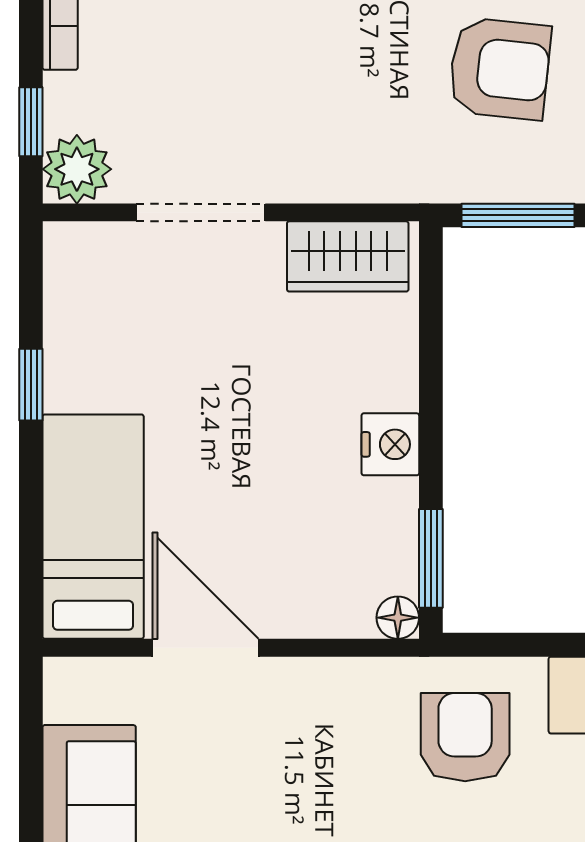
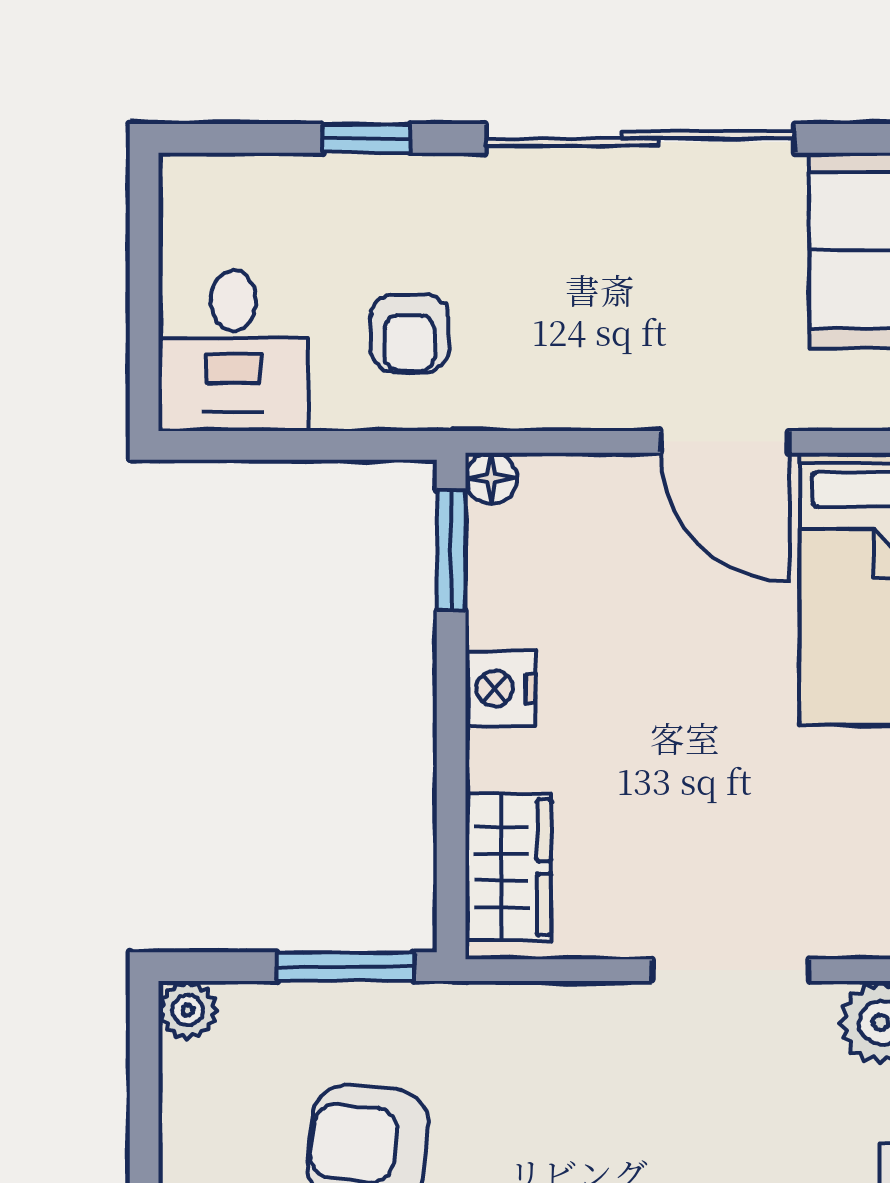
wardrobe: (348, 256) -> (508, 867), moved, turned 90
armchair: (465, 737) -> (410, 333), width x0.72, depth x0.72

